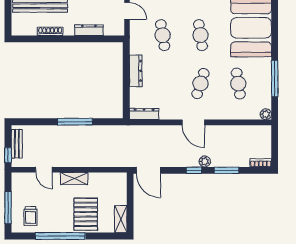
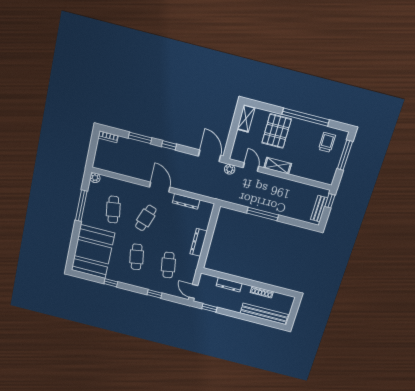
dresser: (144, 114) -> (186, 201), moved
plant: (205, 161) -> (230, 169), moved
door: (44, 170) -> (251, 167), moved

